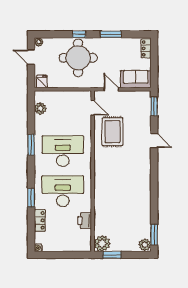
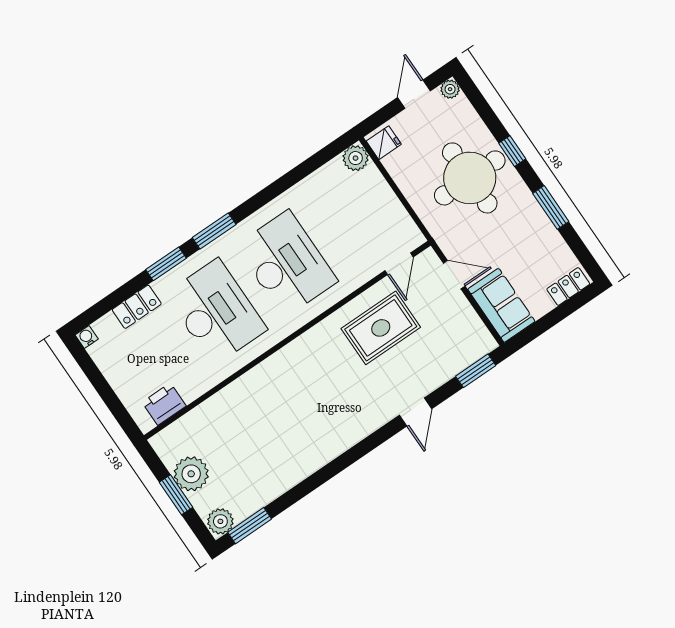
door: (111, 89) -> (454, 275), hinge flipped
plant: (40, 108) -> (356, 158), moved
window: (31, 145) -> (214, 231), moved
printer: (85, 221) -> (164, 404), moved
plant: (102, 243) -> (191, 474), moved
window: (112, 255) -> (176, 495), moved

